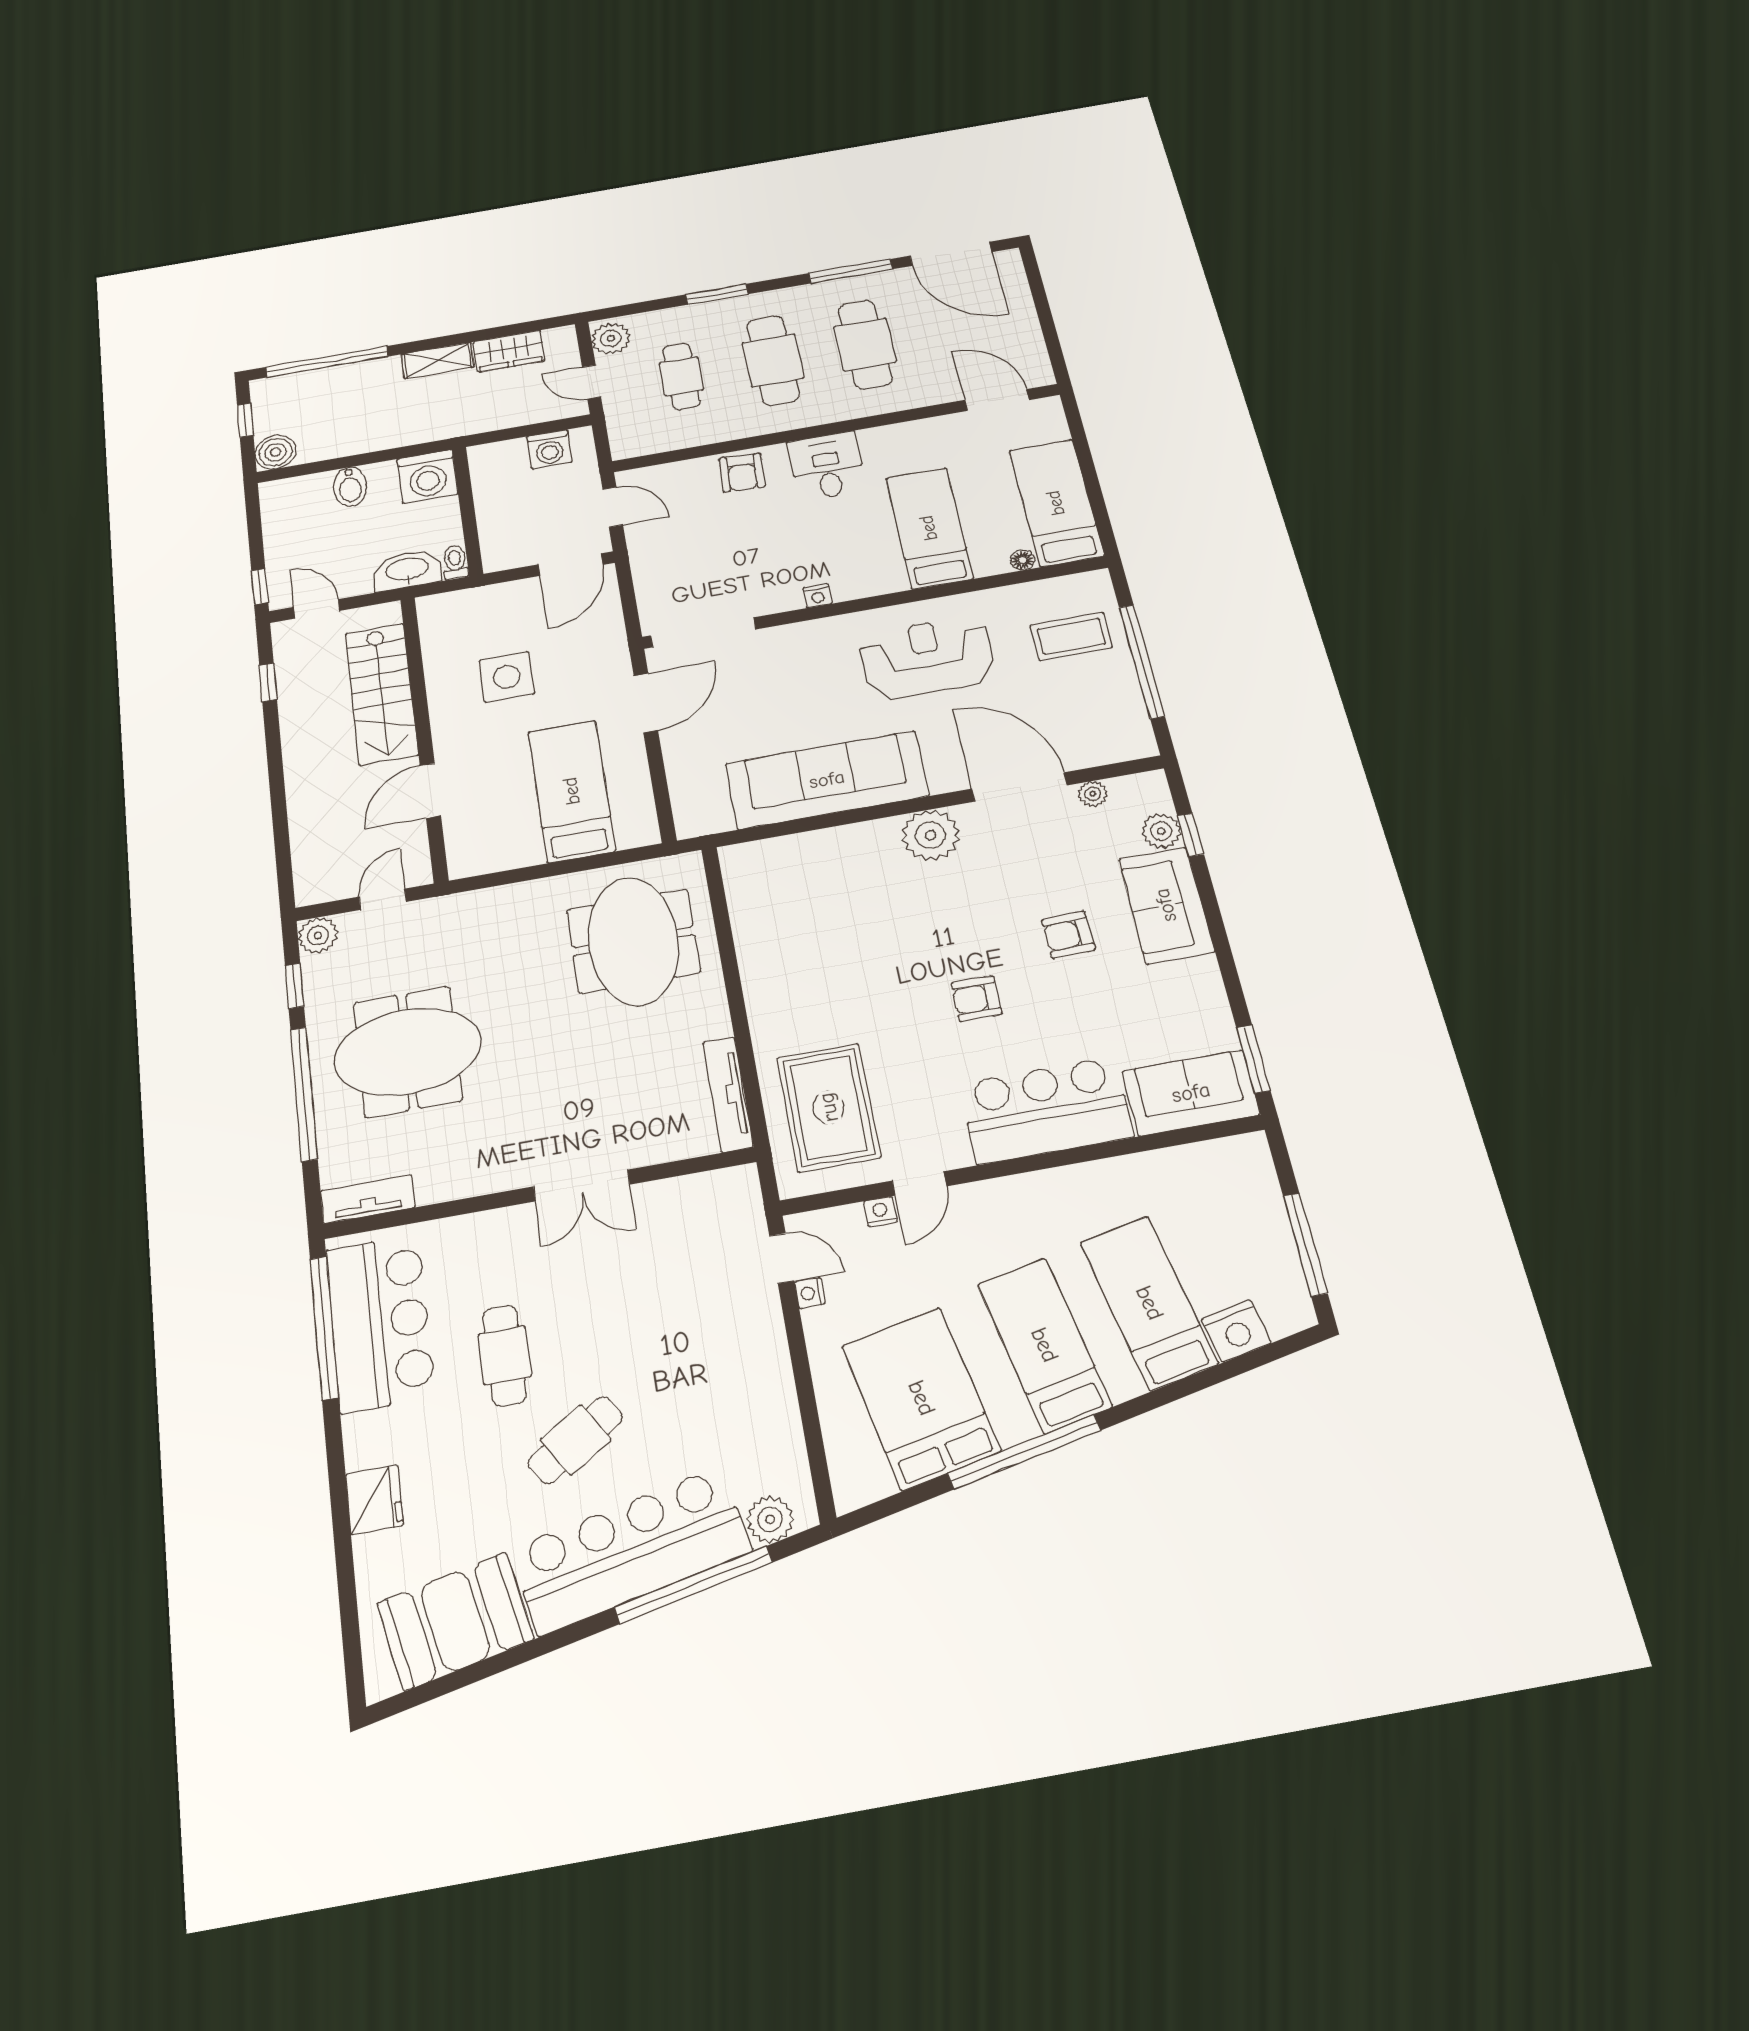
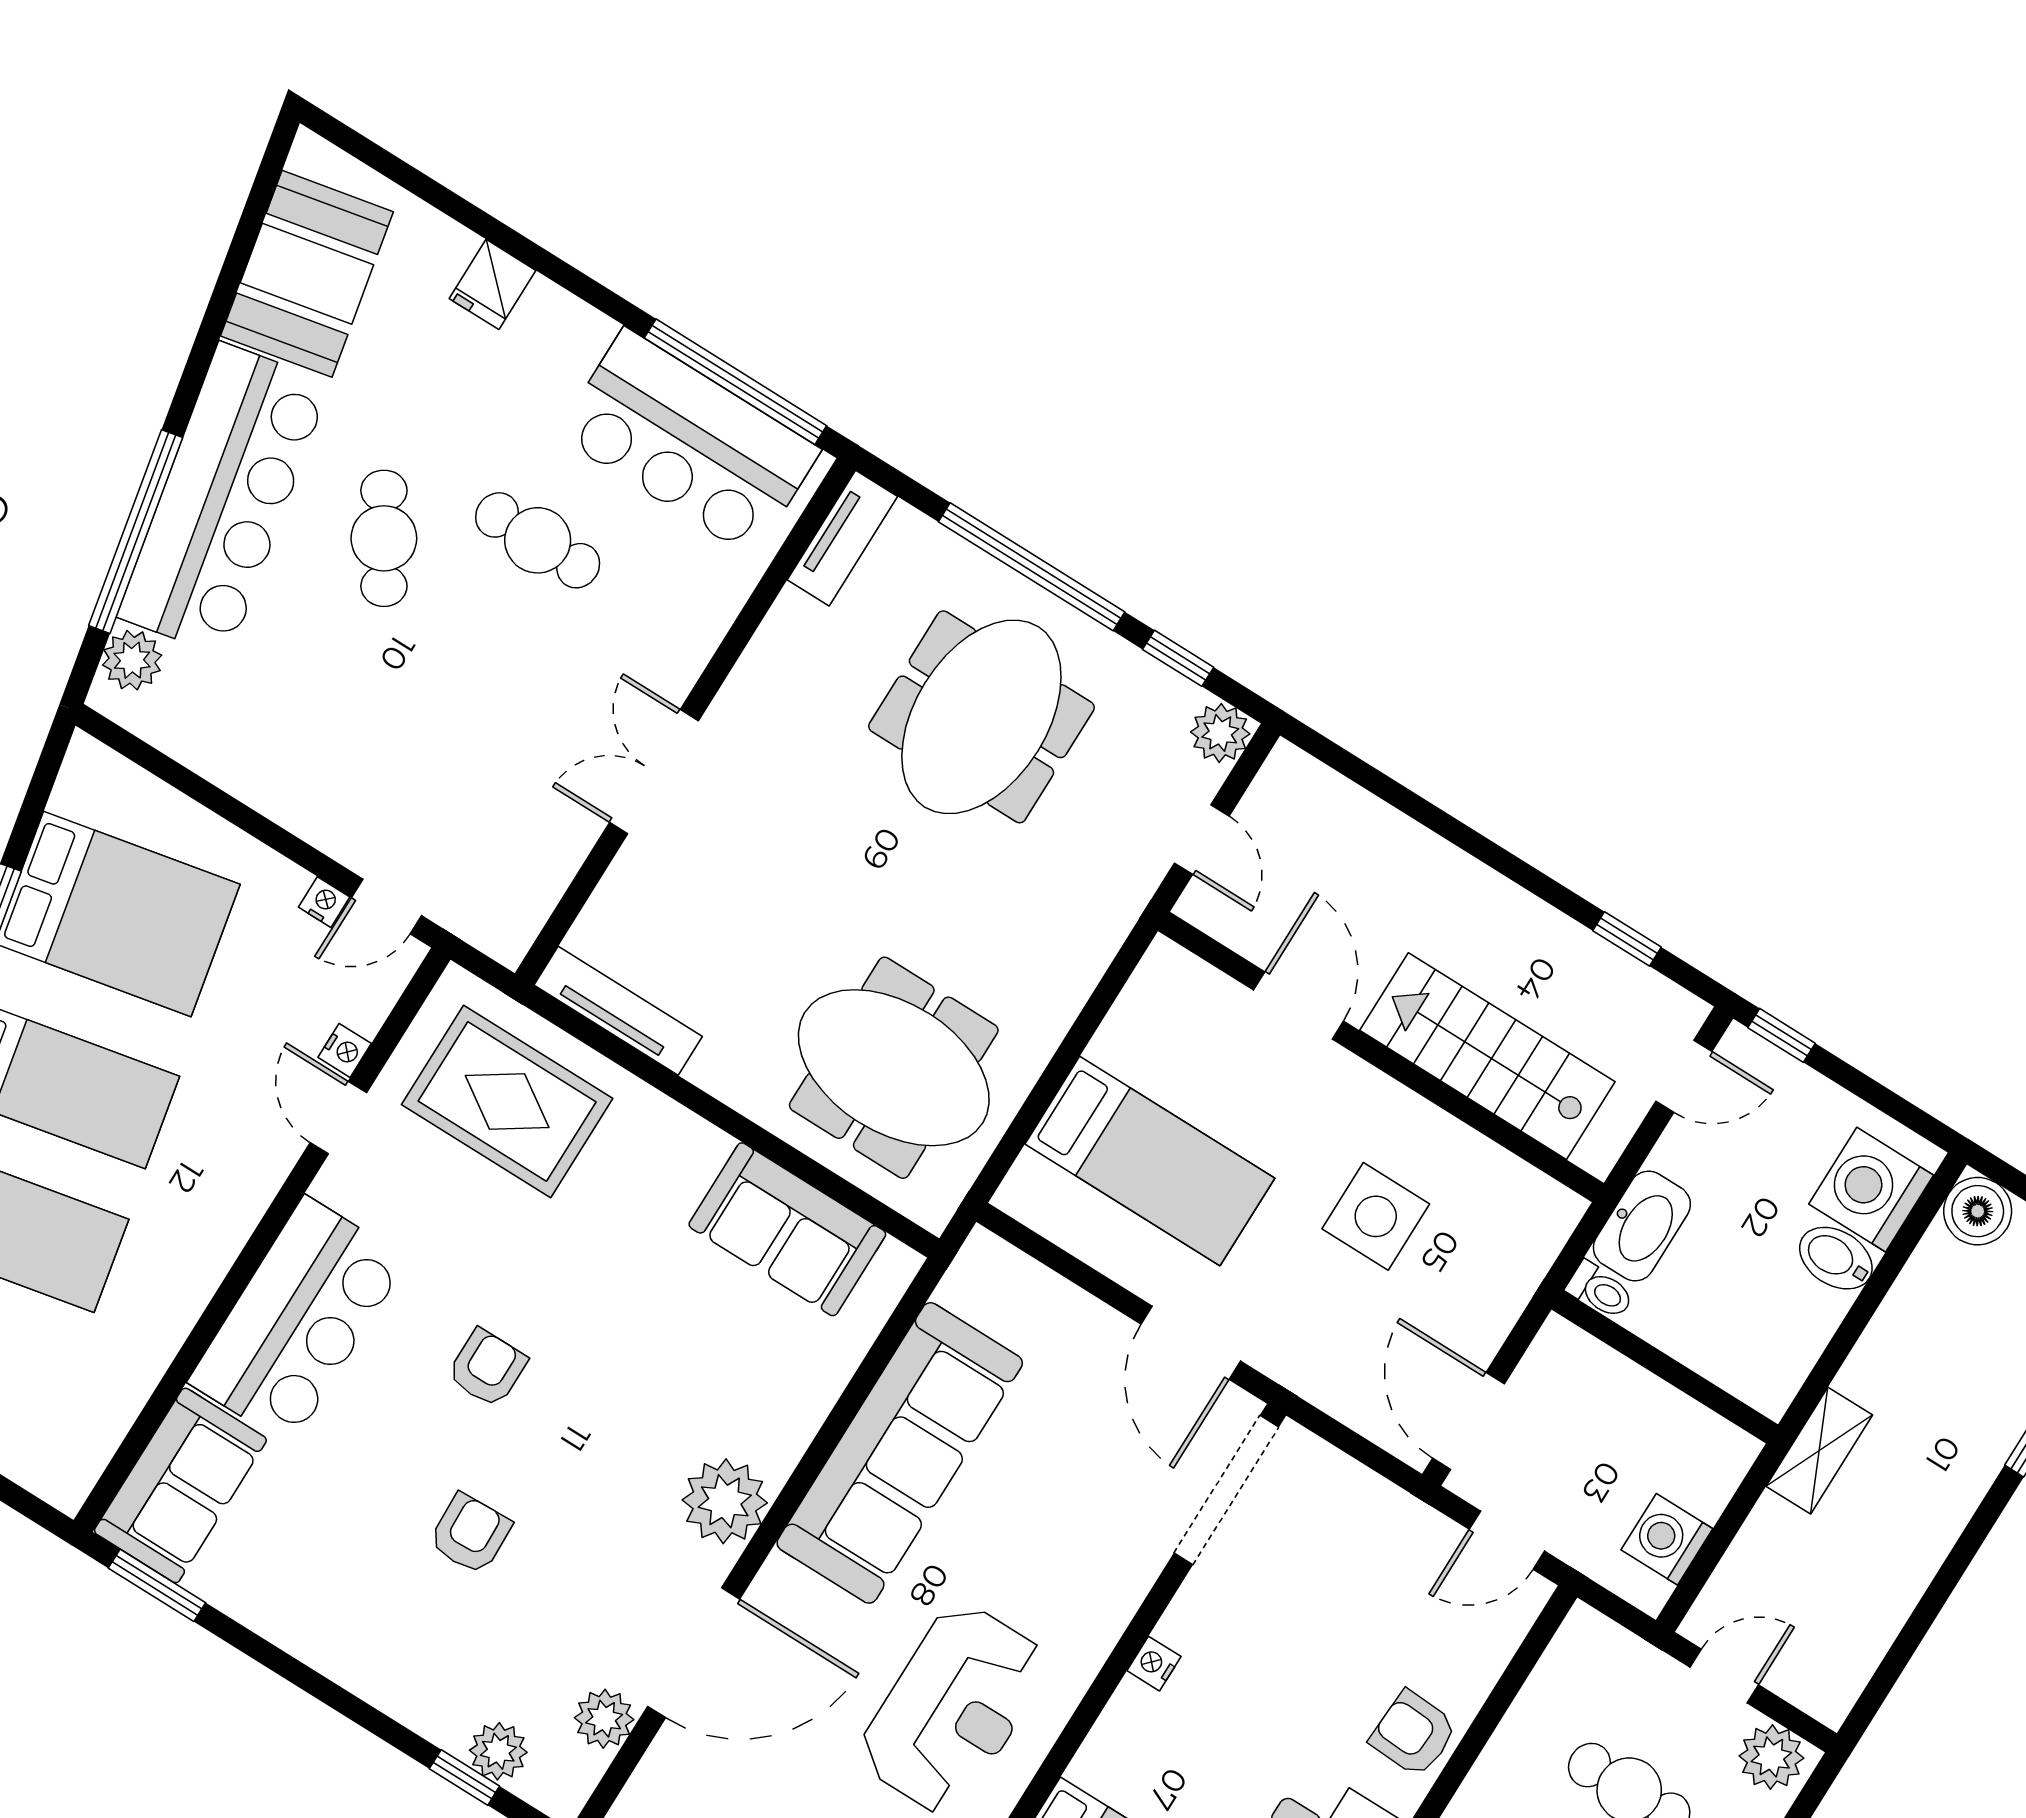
wardrobe: (509, 351) -> (1870, 1618), removed
shelving: (438, 360) -> (1819, 1451), moved
washing machine: (428, 476) -> (1871, 1190), moved
plant: (1093, 794) -> (604, 1719), width x1.38, depth x1.38
sofa: (1166, 905) -> (787, 1229), moved, turned 180
fridge: (374, 1500) -> (492, 284), width x0.72

